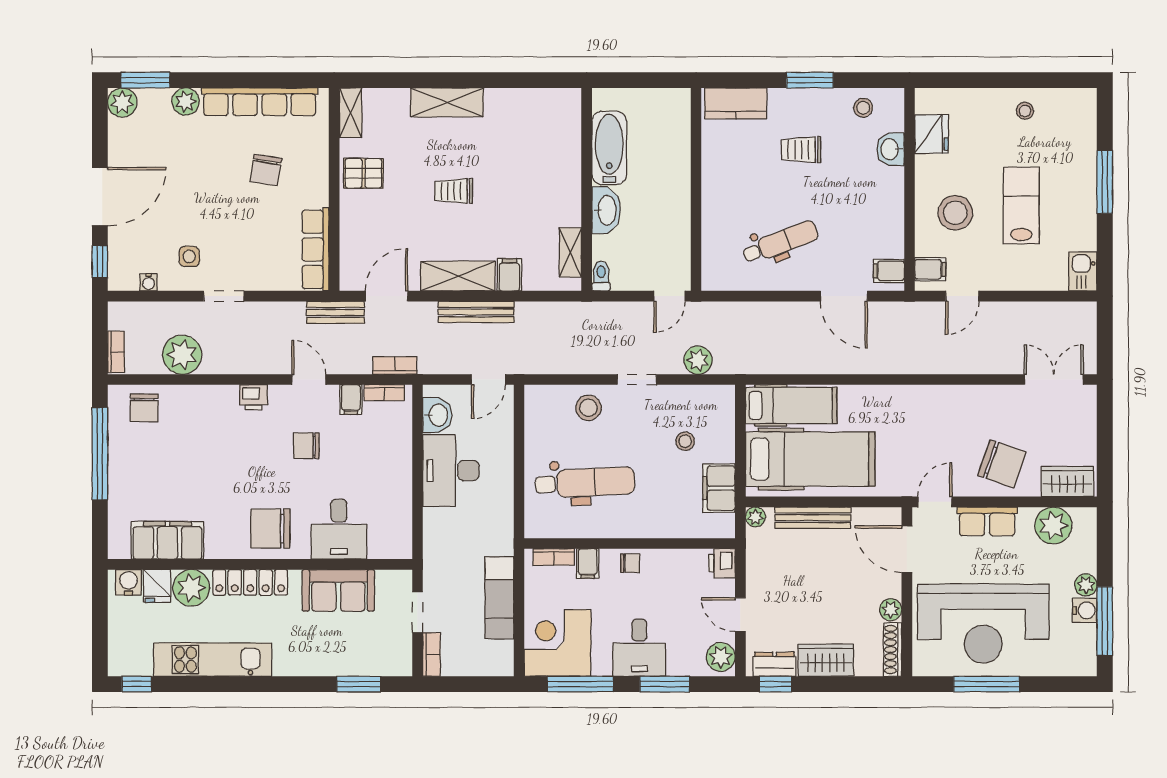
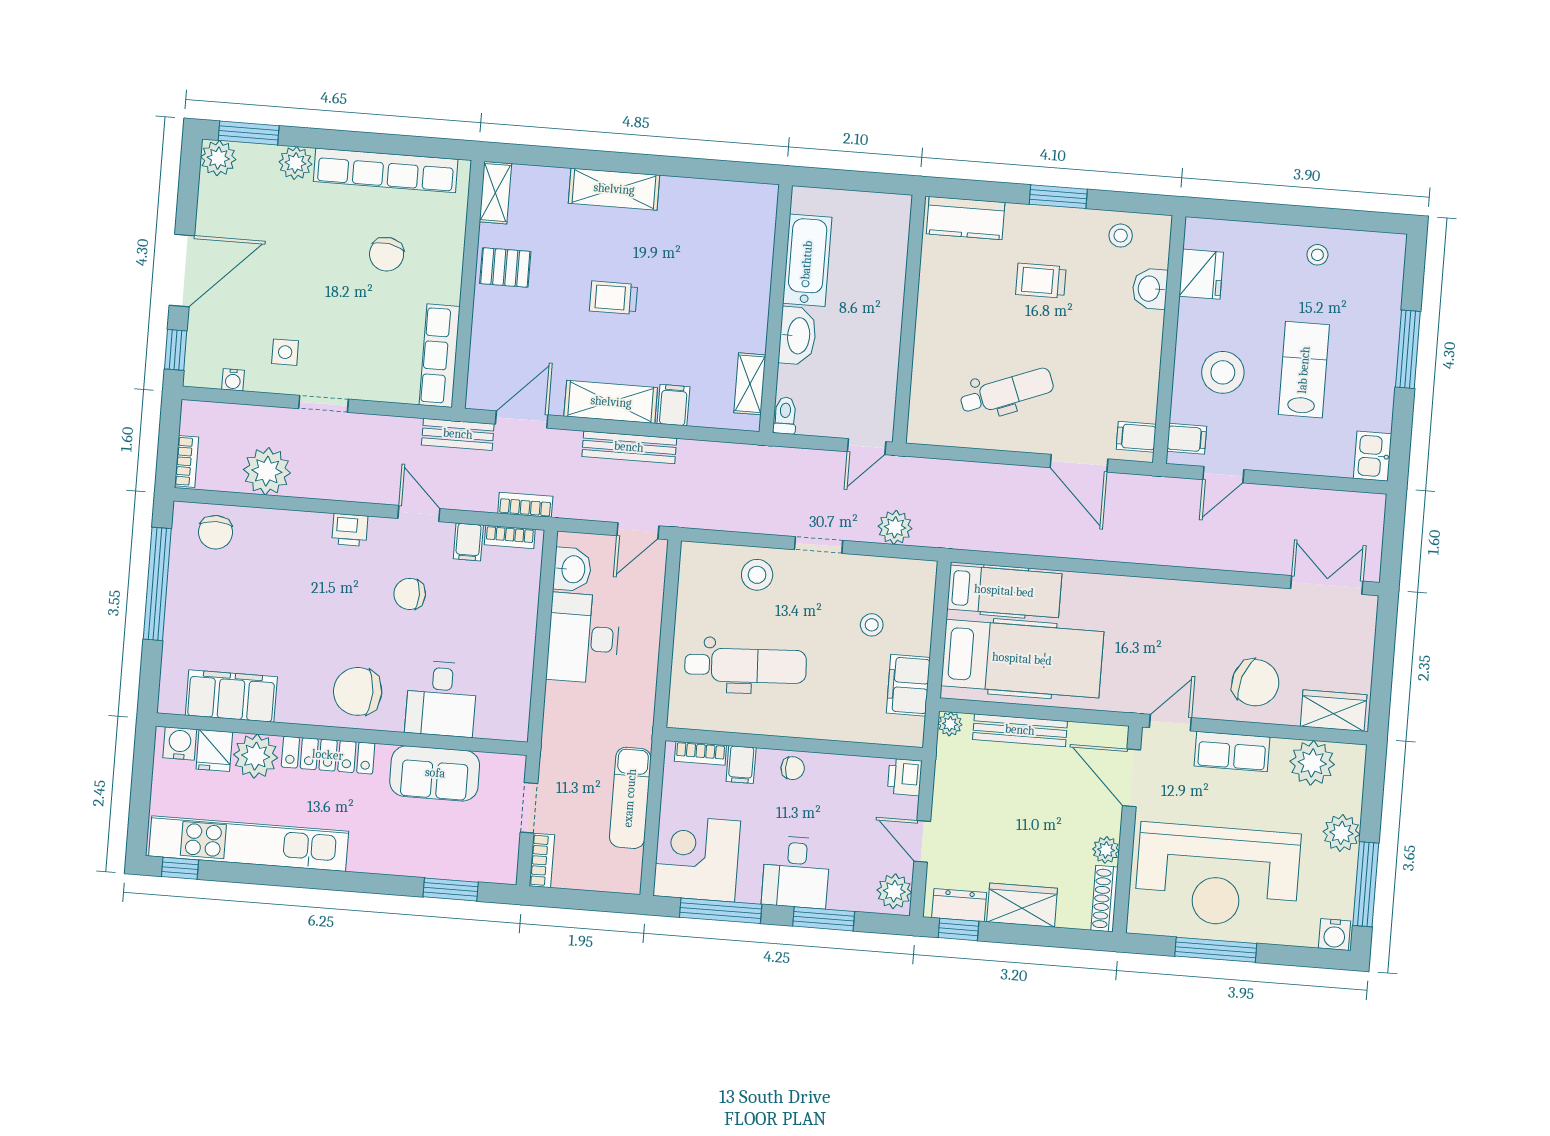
plant: (1086, 585) -> (1341, 833), width x1.38, depth x1.38
water cooler: (1085, 610) -> (1334, 935), moved, turned 90
kitchen unit: (213, 660) -> (249, 844), width x1.36

